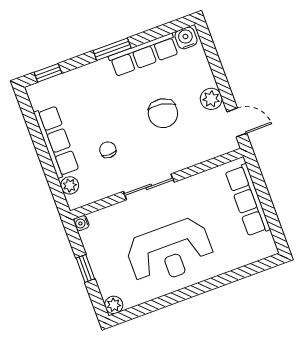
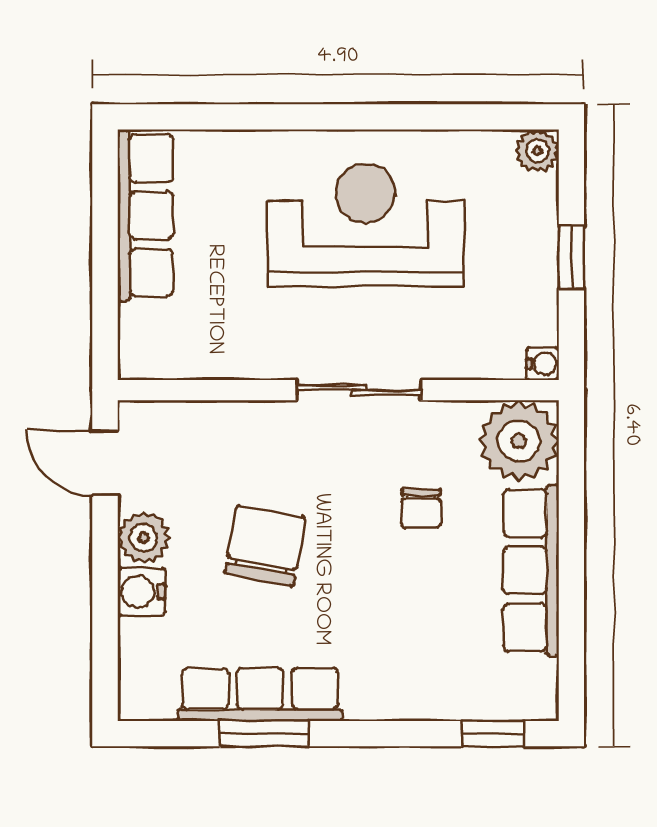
water cooler: (186, 38) -> (141, 592), moved, turned 90
window: (112, 49) -> (264, 734), moved
plant: (70, 185) -> (519, 441), width x1.87, depth x1.87
row of seats: (248, 200) -> (145, 215), moved

